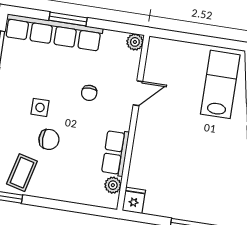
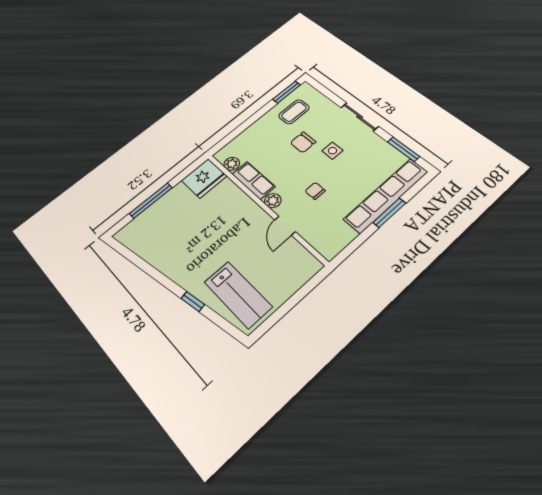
plant: (135, 42) -> (273, 201), moved
coffee table: (22, 173) -> (294, 112), turned 76
fridge: (134, 200) -> (204, 178), width x1.88, depth x1.34

